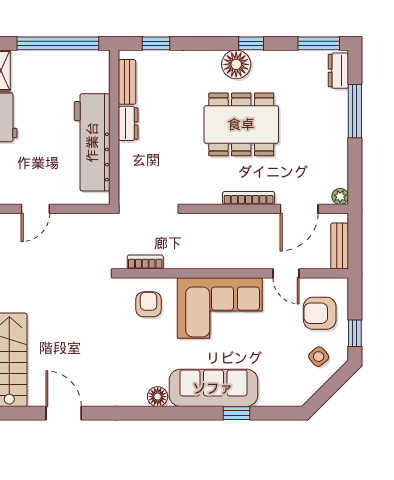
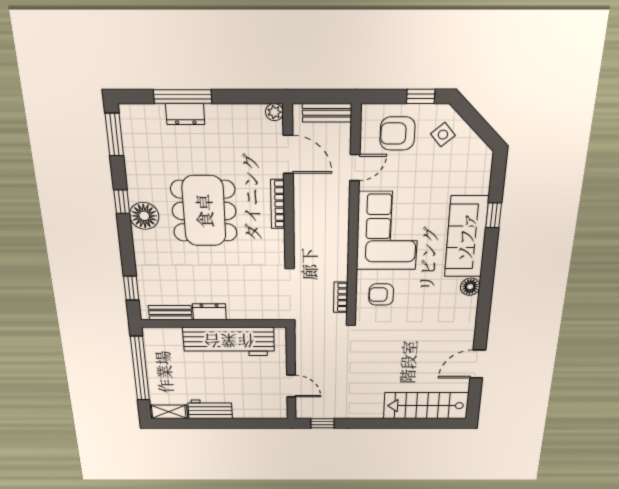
dresser: (338, 71) -> (185, 114), moved
armchair: (320, 313) -> (397, 133), turned 90

